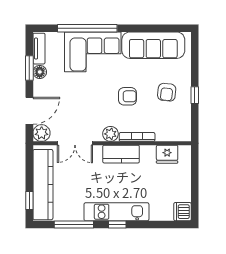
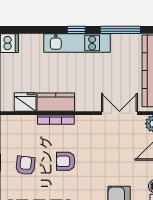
plant: (110, 134) -> (83, 123), removed
kitchen counter: (121, 154) -> (56, 102), moved

